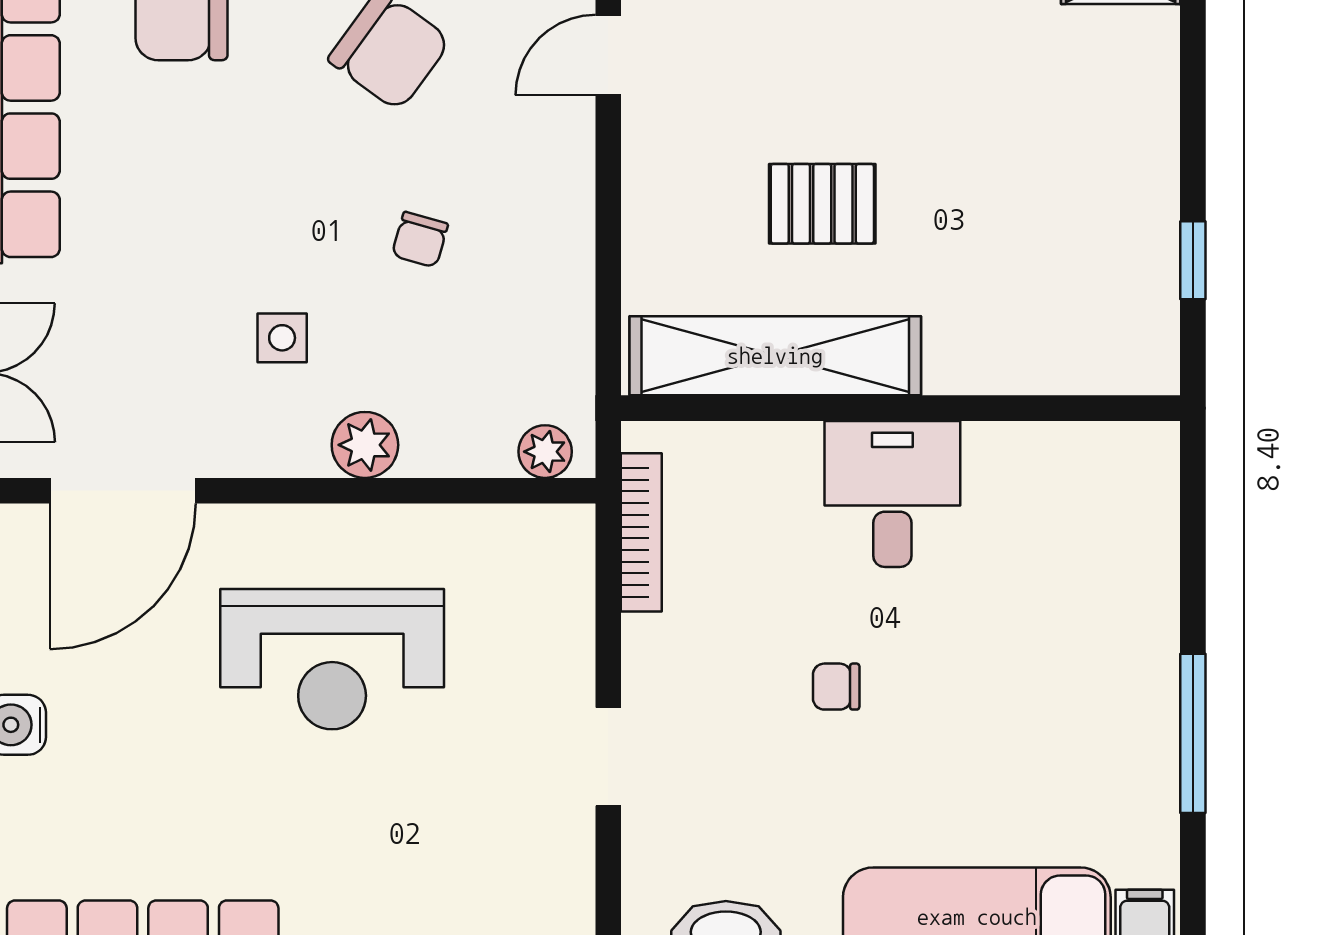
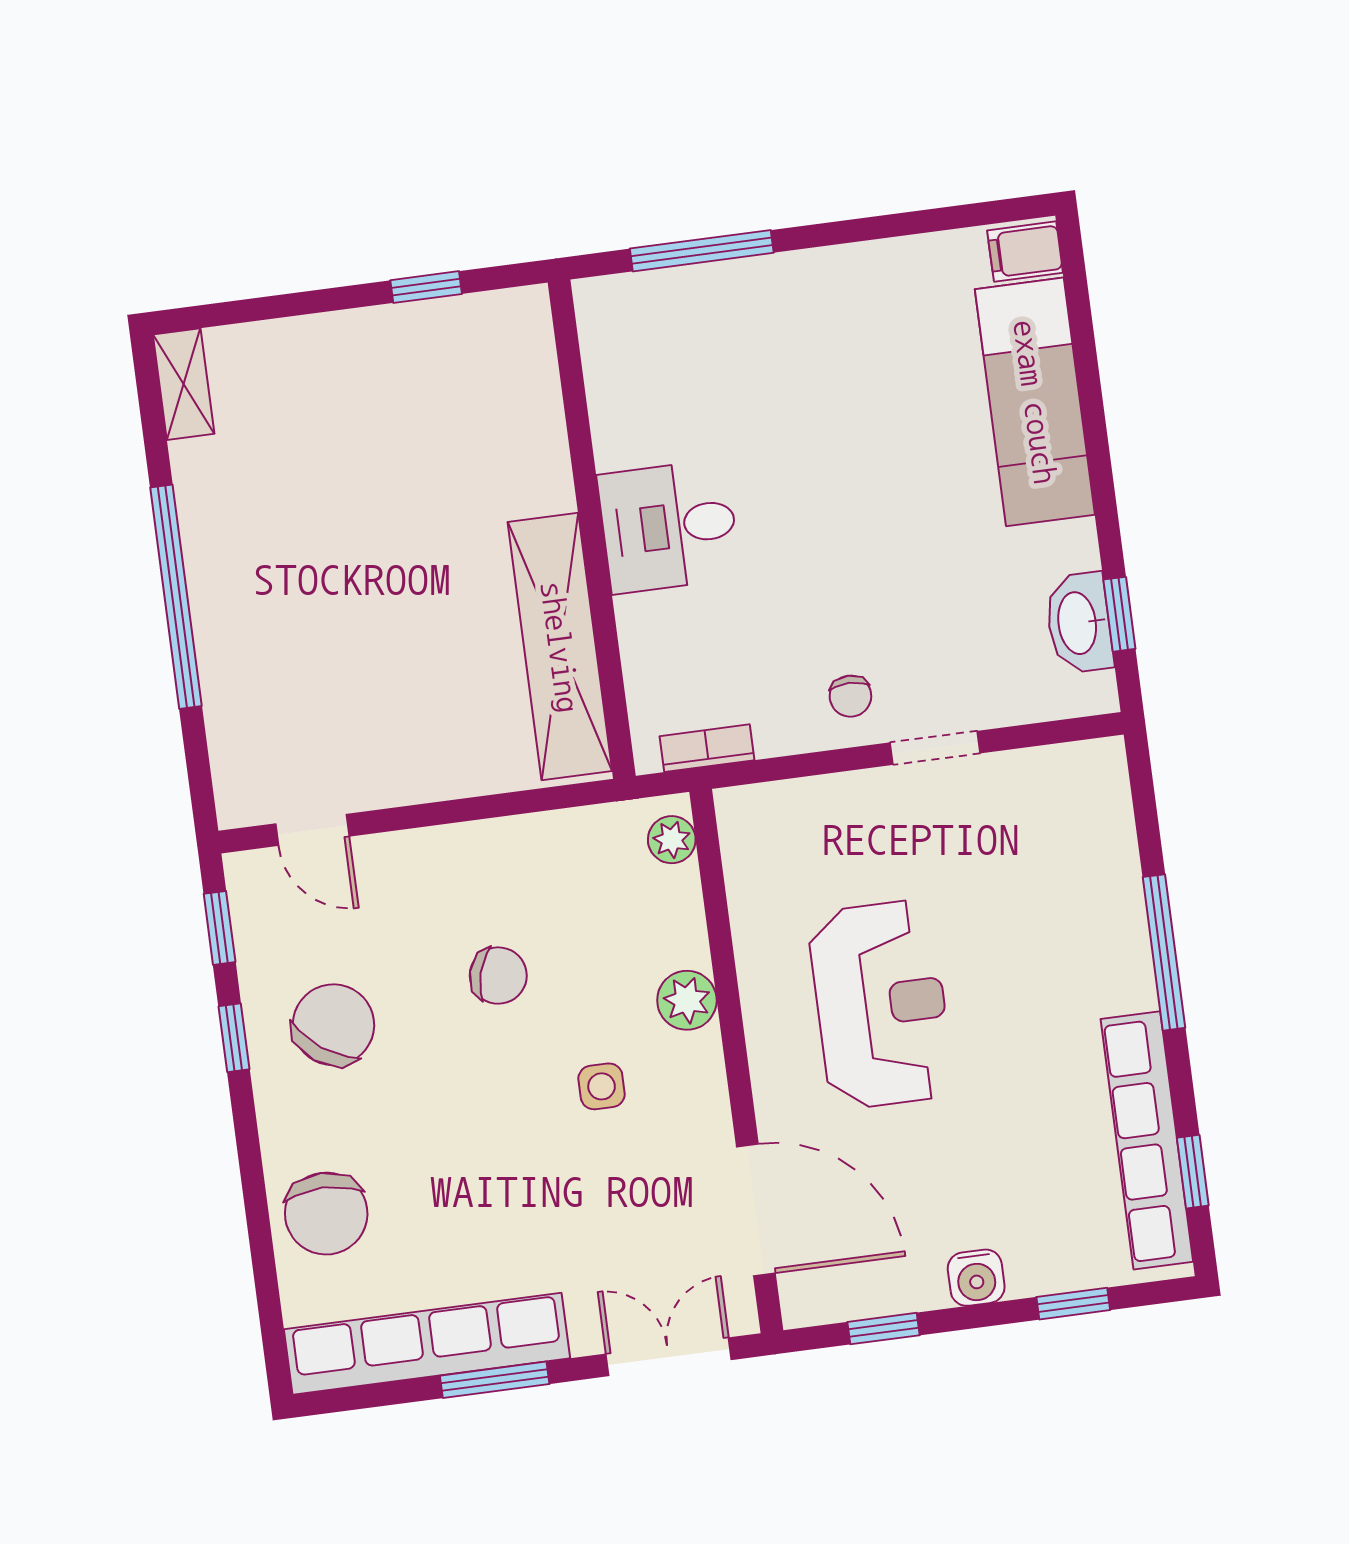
pallet: (822, 204) -> (419, 623), removed
chair: (420, 240) -> (498, 976), width x1.37, depth x1.37
bookcase: (641, 532) -> (707, 748), width x0.64
chair: (836, 687) -> (850, 696), moved
window: (1193, 733) -> (702, 251), moved

